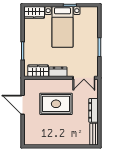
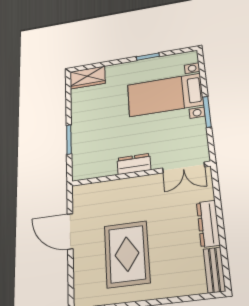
bed with nightstands: (62, 27) -> (165, 95), moved, turned 90
wardrobe: (38, 71) -> (97, 168), removed
rug: (56, 104) -> (127, 254), moved, turned 90

